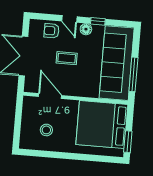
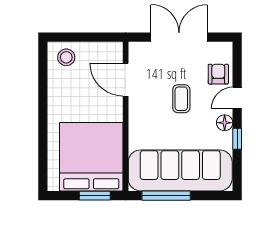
door: (50, 96) -> (126, 80), swing flipped
stool: (46, 130) -> (66, 57), moved
window: (128, 142) -> (95, 196), moved

